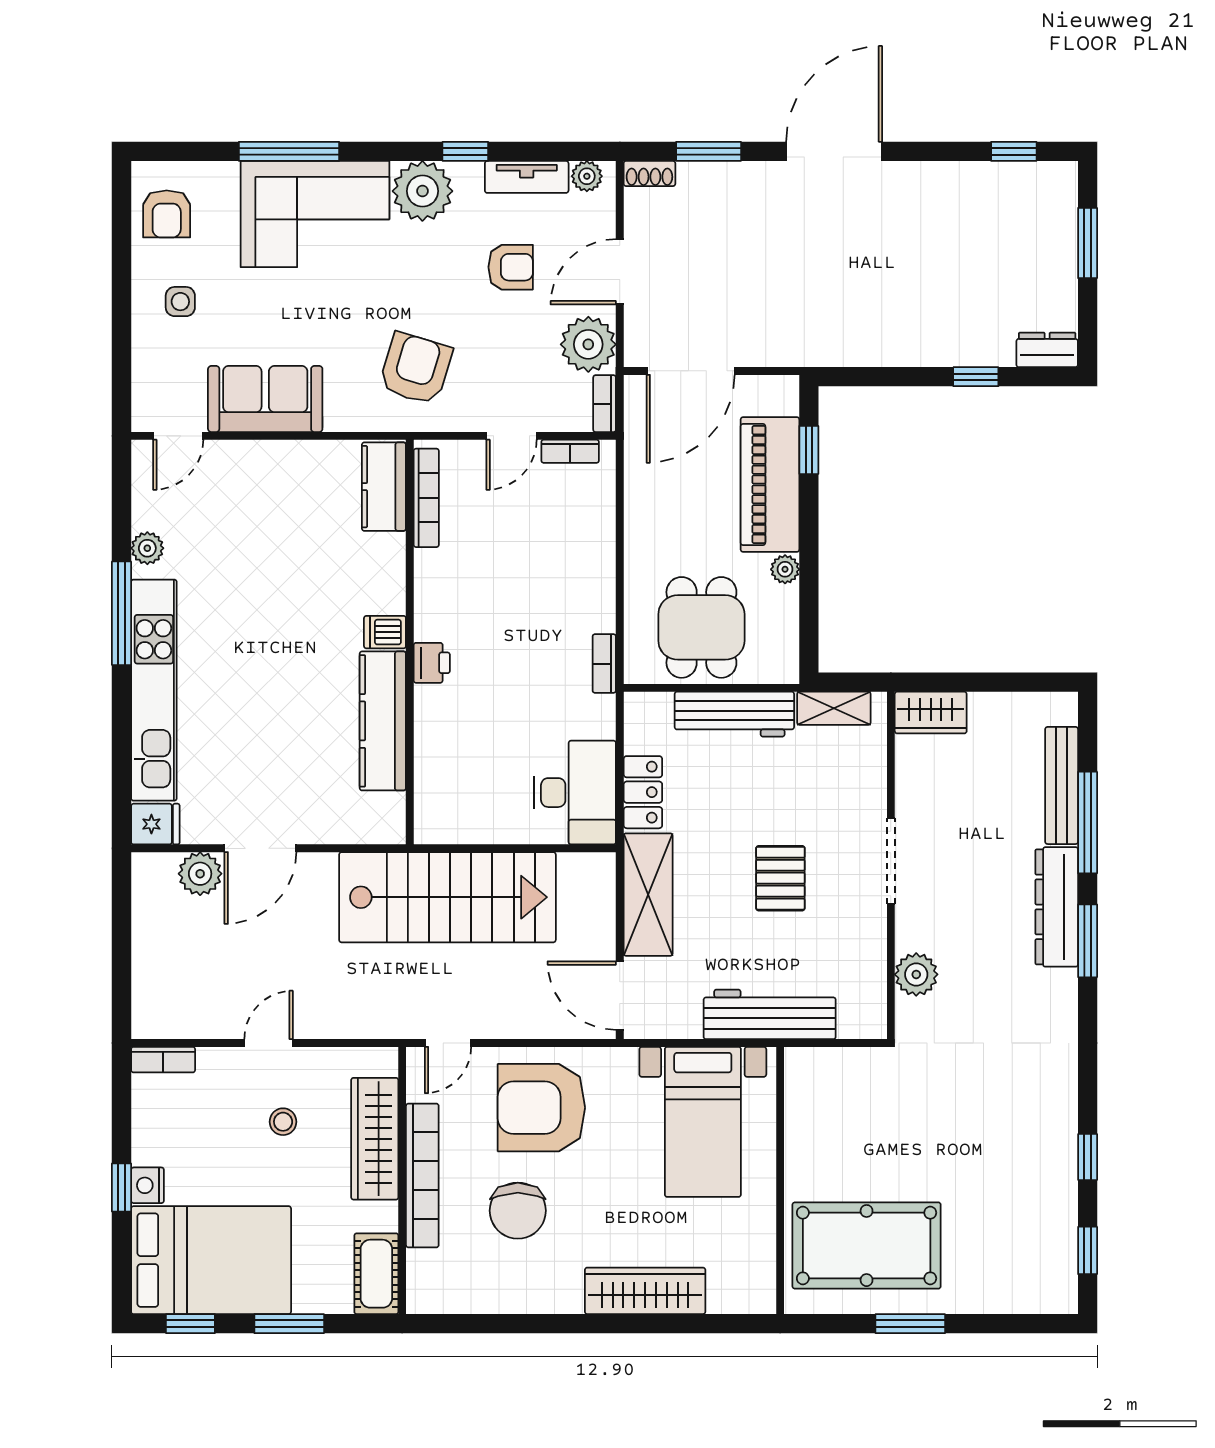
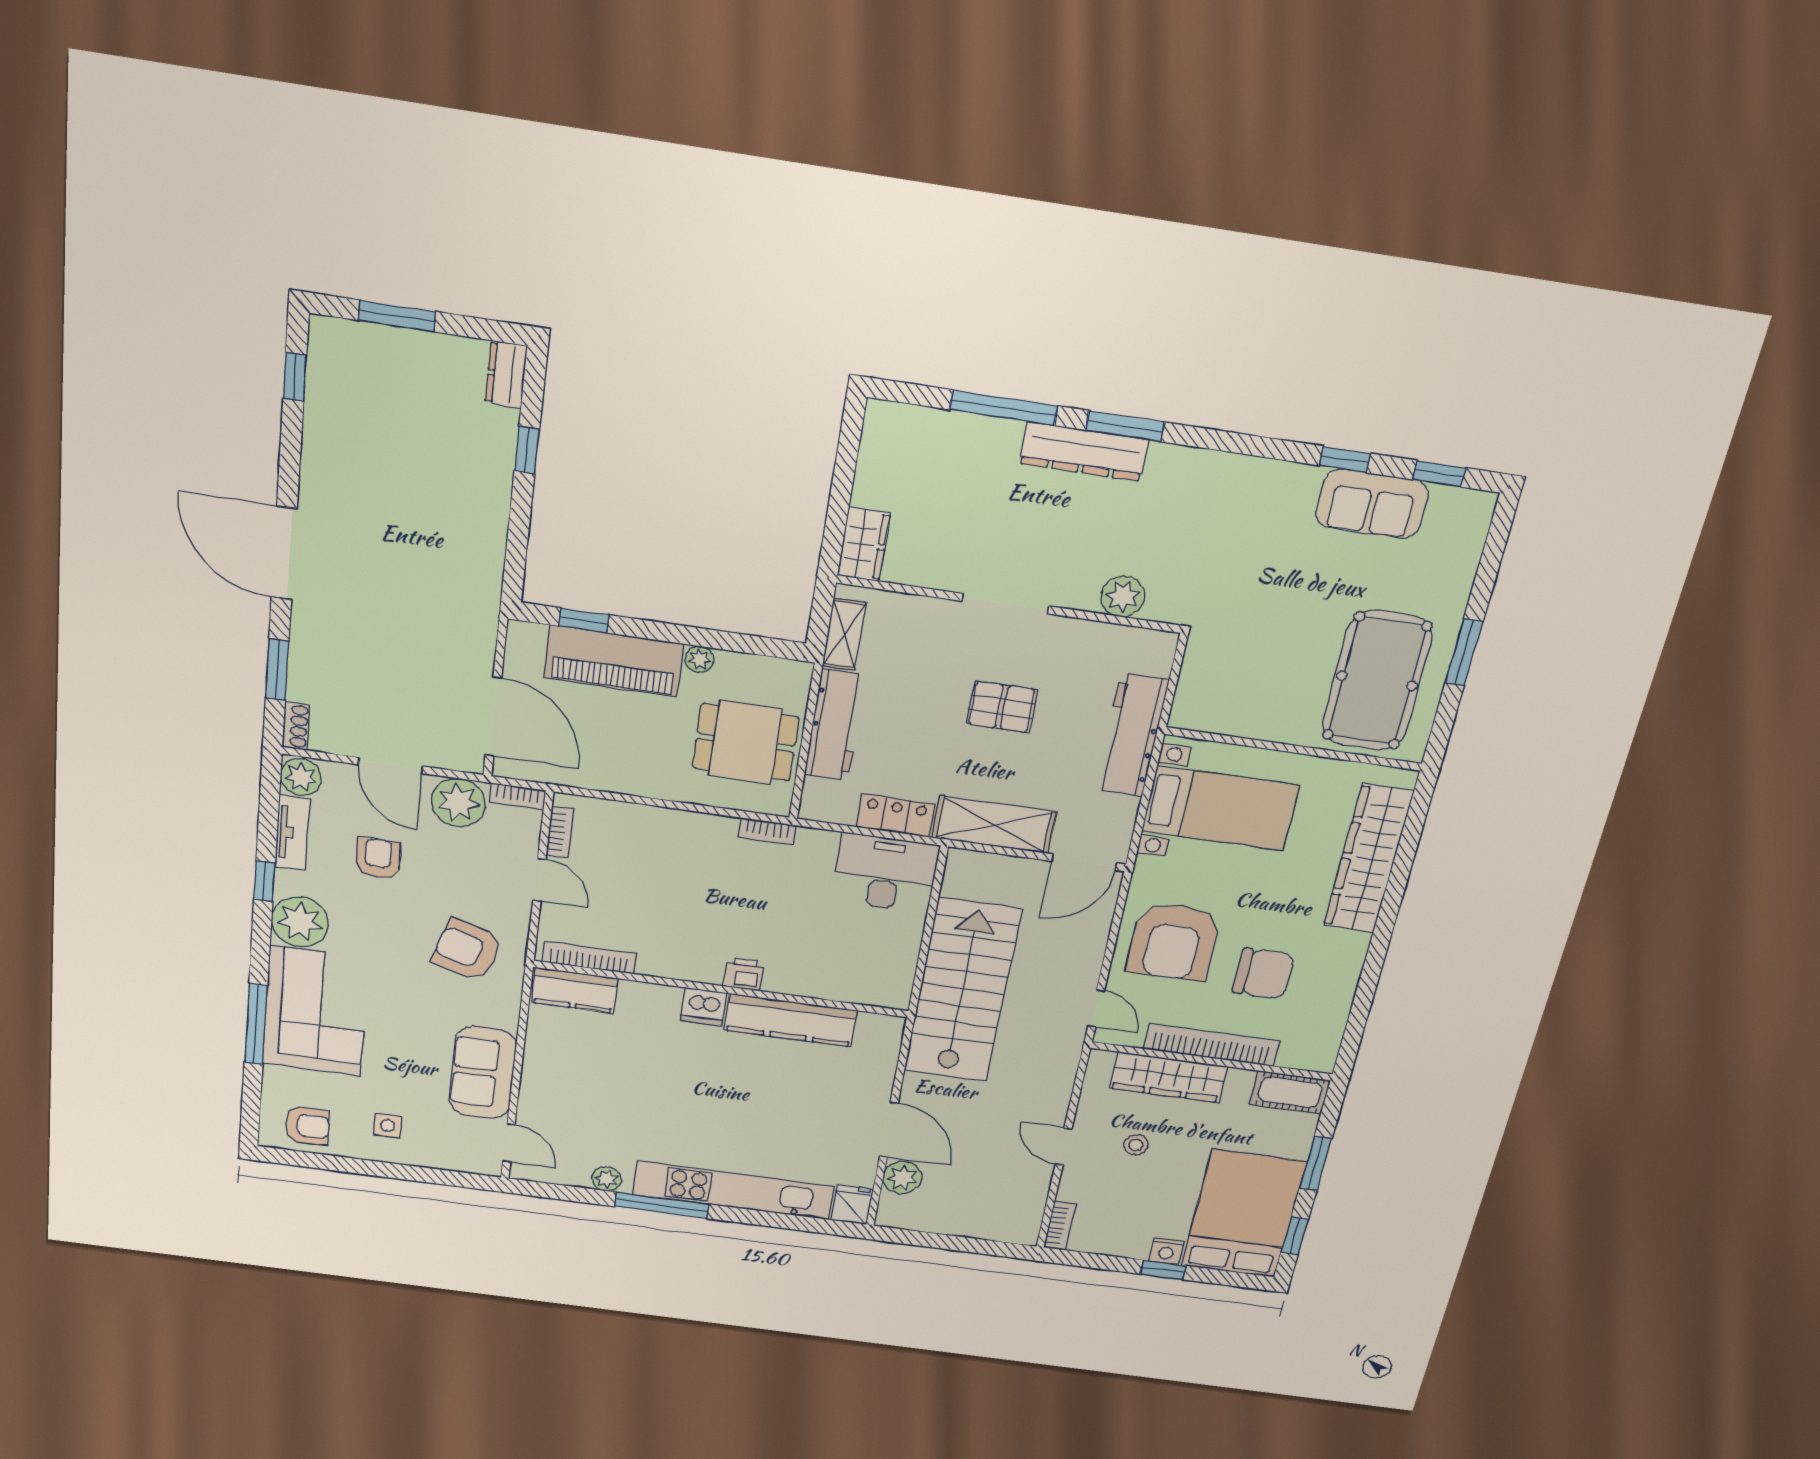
plant: (587, 176) -> (301, 777), width x1.38, depth x1.38
dishwasher: (385, 632) -> (704, 1007), width x1.38
bench: (1062, 785) -> (960, 428), removed
sofa: (1048, 1194) -> (1372, 504), added
wardrobe: (645, 1291) -> (1368, 859), width x1.40, depth x1.17

